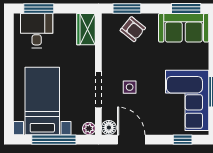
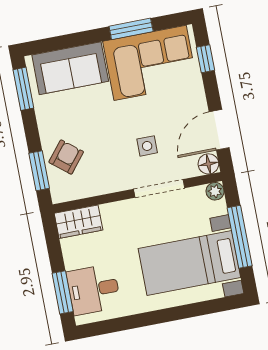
sofa: (184, 28) -> (70, 68), moved, turned 90

